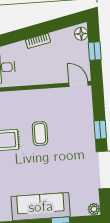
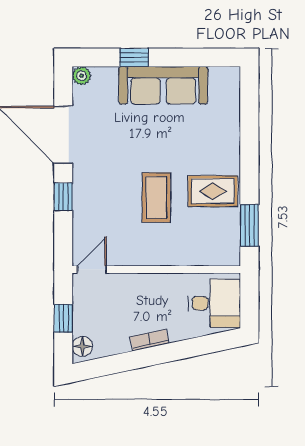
door: (78, 84) -> (92, 269), swing flipped
coffee table: (40, 134) -> (156, 198), width x1.36, depth x1.30

